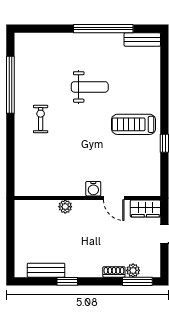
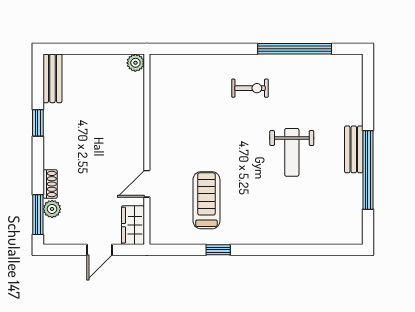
bench: (142, 40) -> (354, 149), moved
treadmill: (133, 124) -> (206, 200), moved
water cooler: (93, 189) -> (159, 157), removed
plant: (65, 207) -> (135, 63), moved
bench: (46, 270) -> (52, 78), moved

